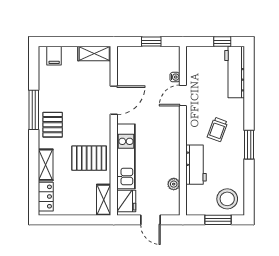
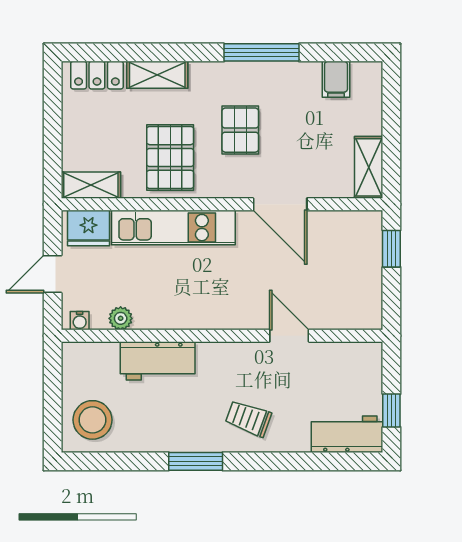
window: (151, 42) -> (391, 249), moved
filing cabinet: (54, 56) -> (336, 79), moved, turned -90
workbench: (235, 72) -> (347, 434), width x0.73
water cooler: (175, 77) -> (80, 321), moved
pallet: (53, 125) -> (240, 130), moved, turned 90
trolley: (217, 129) -> (248, 418), moved
window: (218, 220) -> (53, 403), removed

